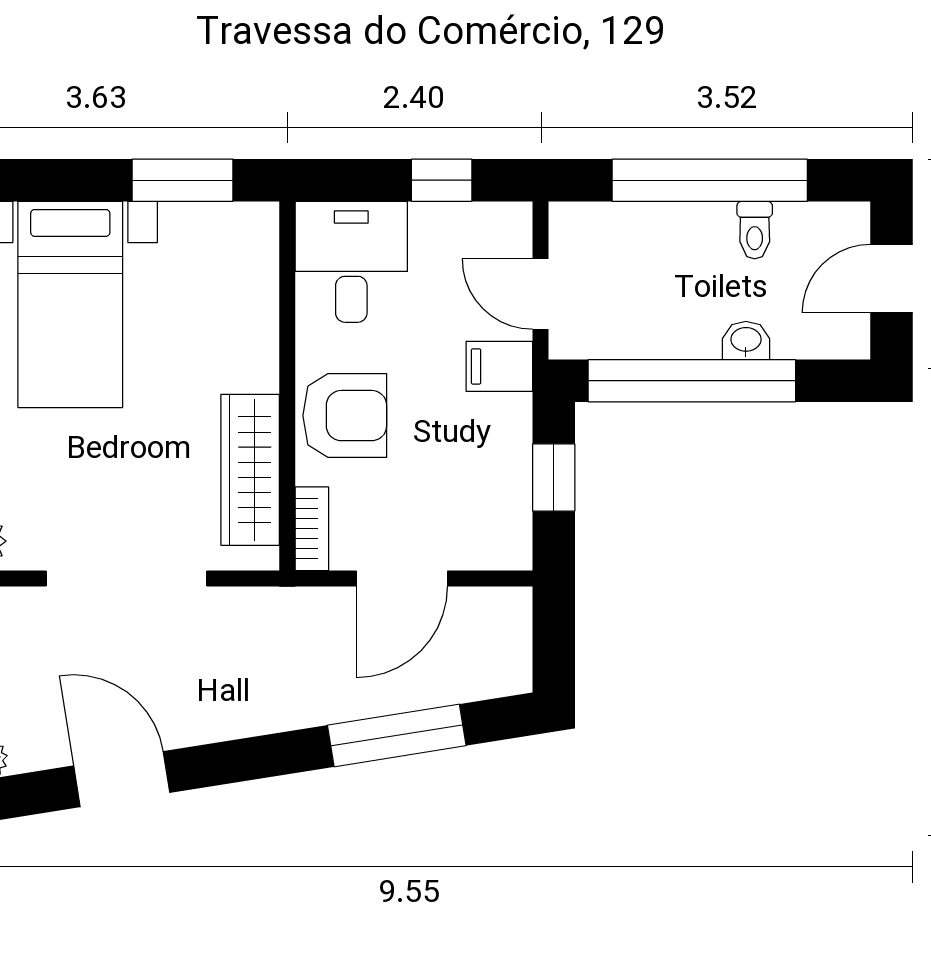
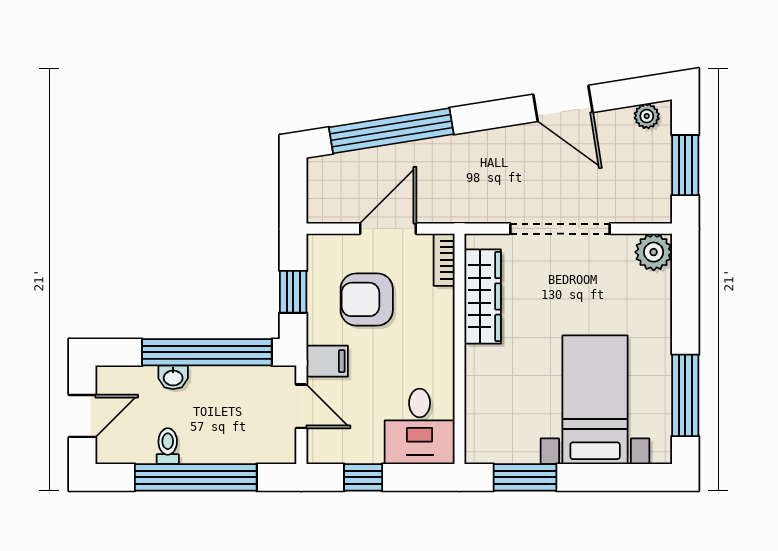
armchair: (345, 416) -> (367, 299), moved
window: (397, 735) -> (391, 131), width x1.46

